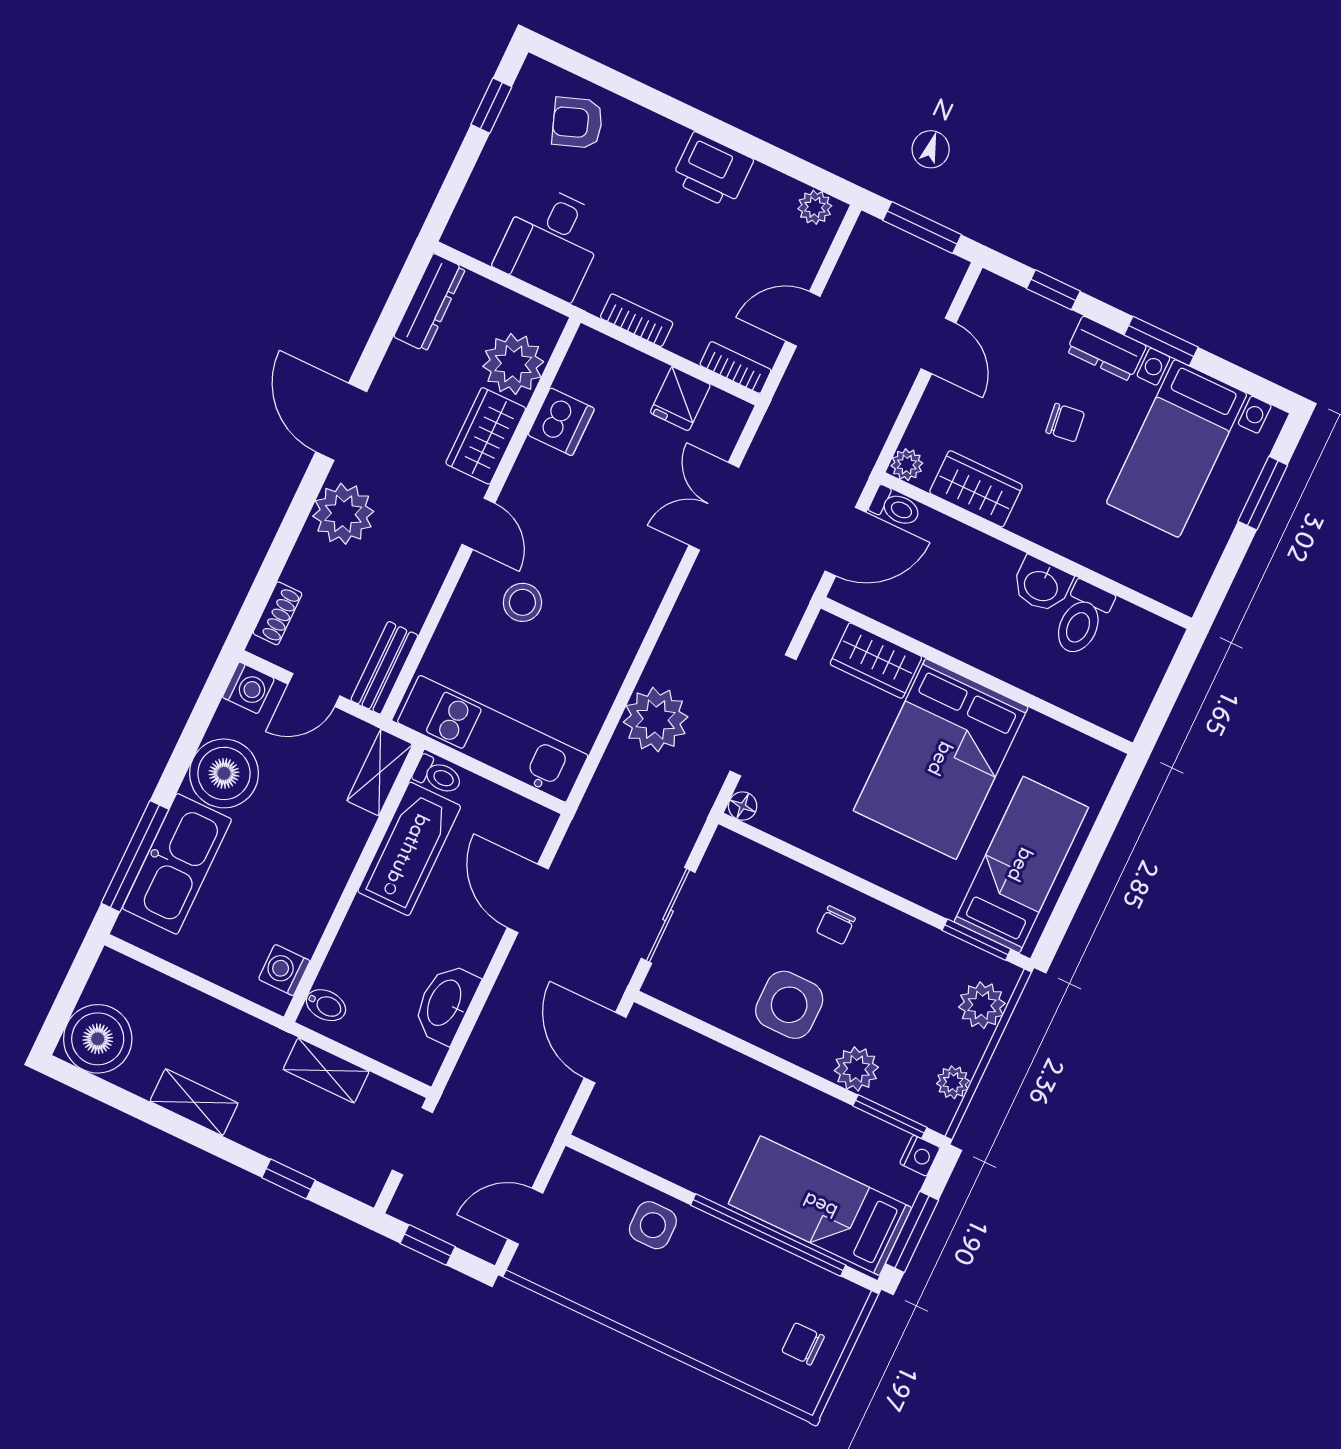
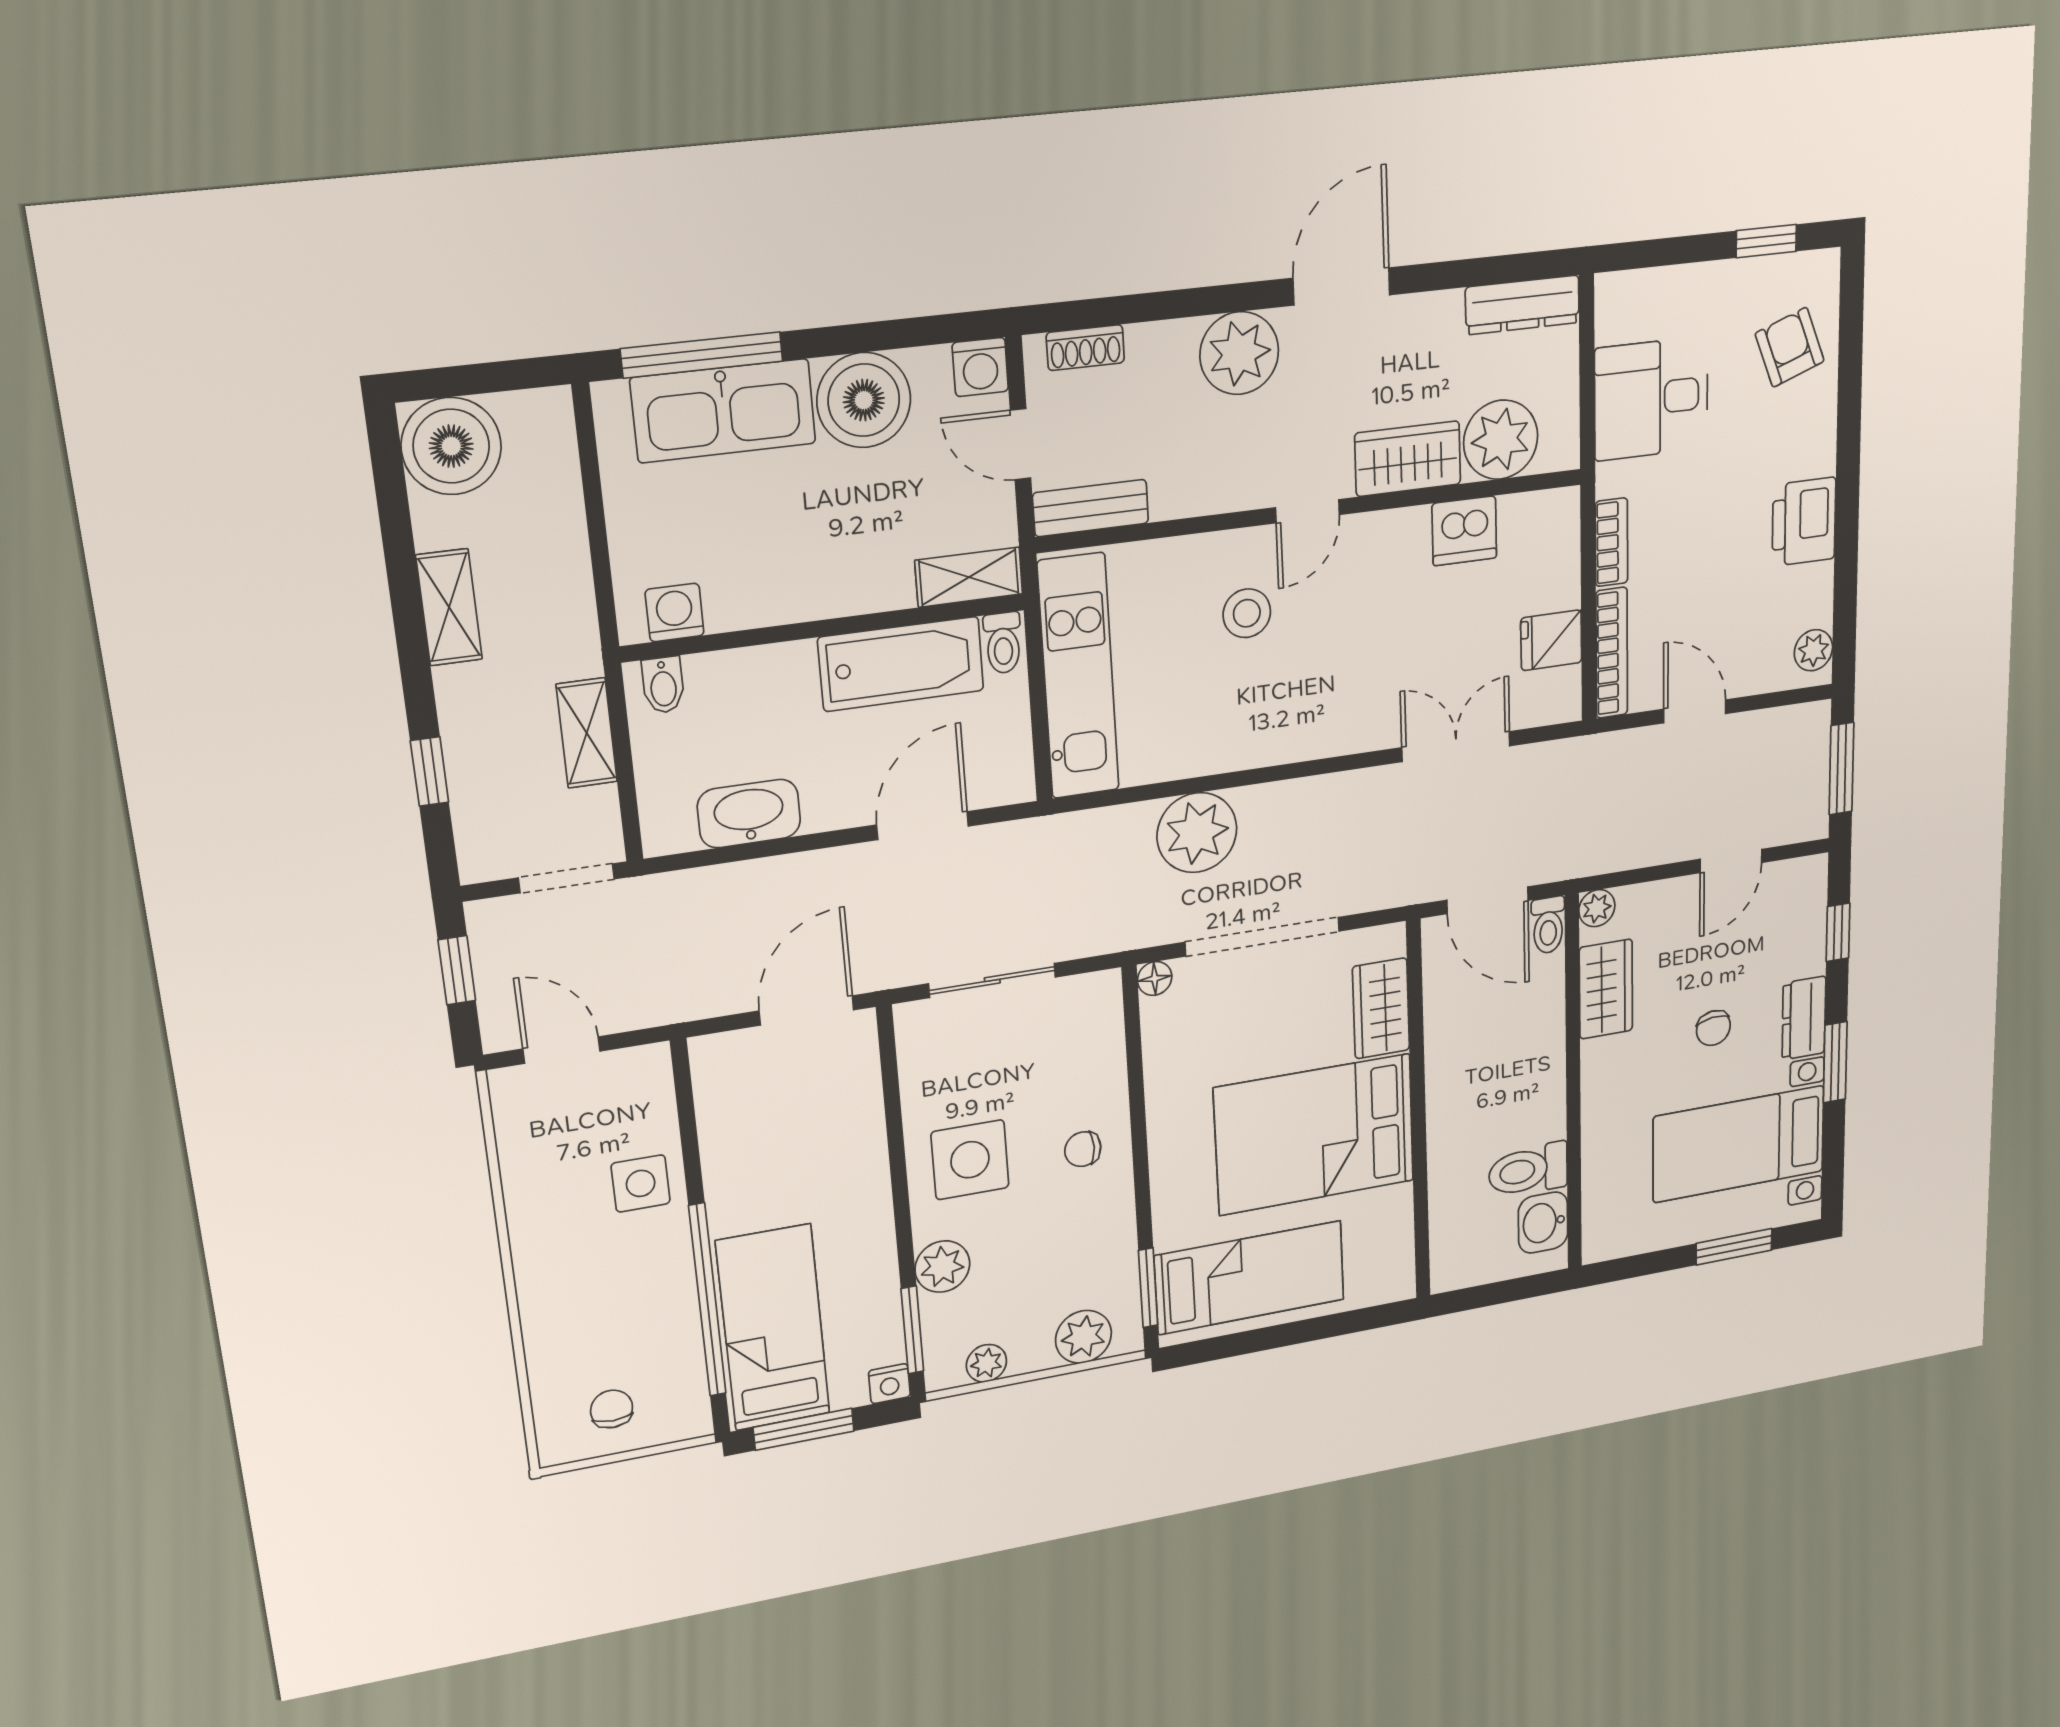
bookcase: (735, 367) -> (1612, 653), width x1.56
washbasin: (1041, 585) -> (1543, 1223), moved

